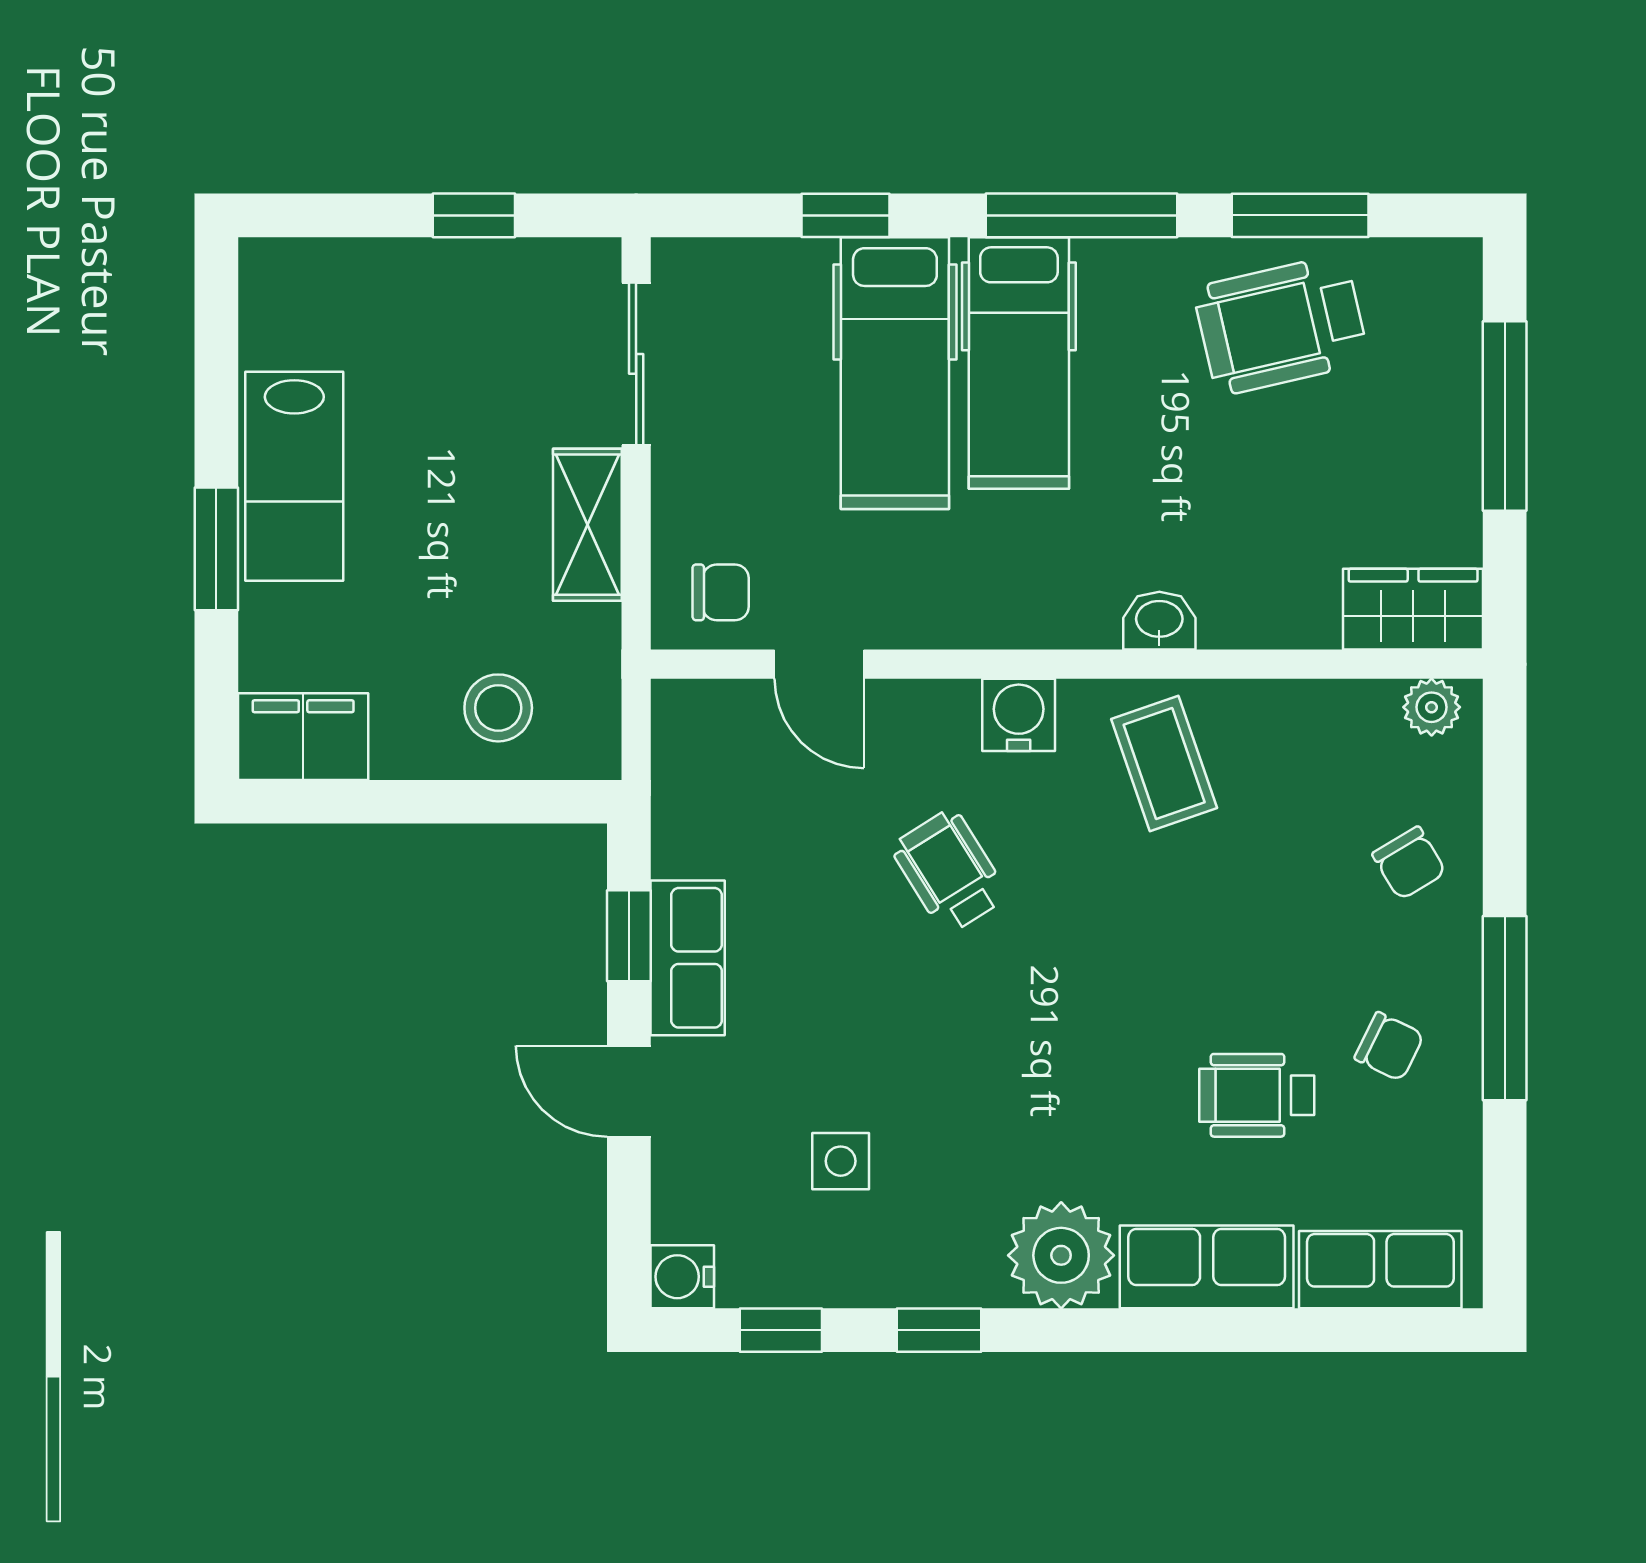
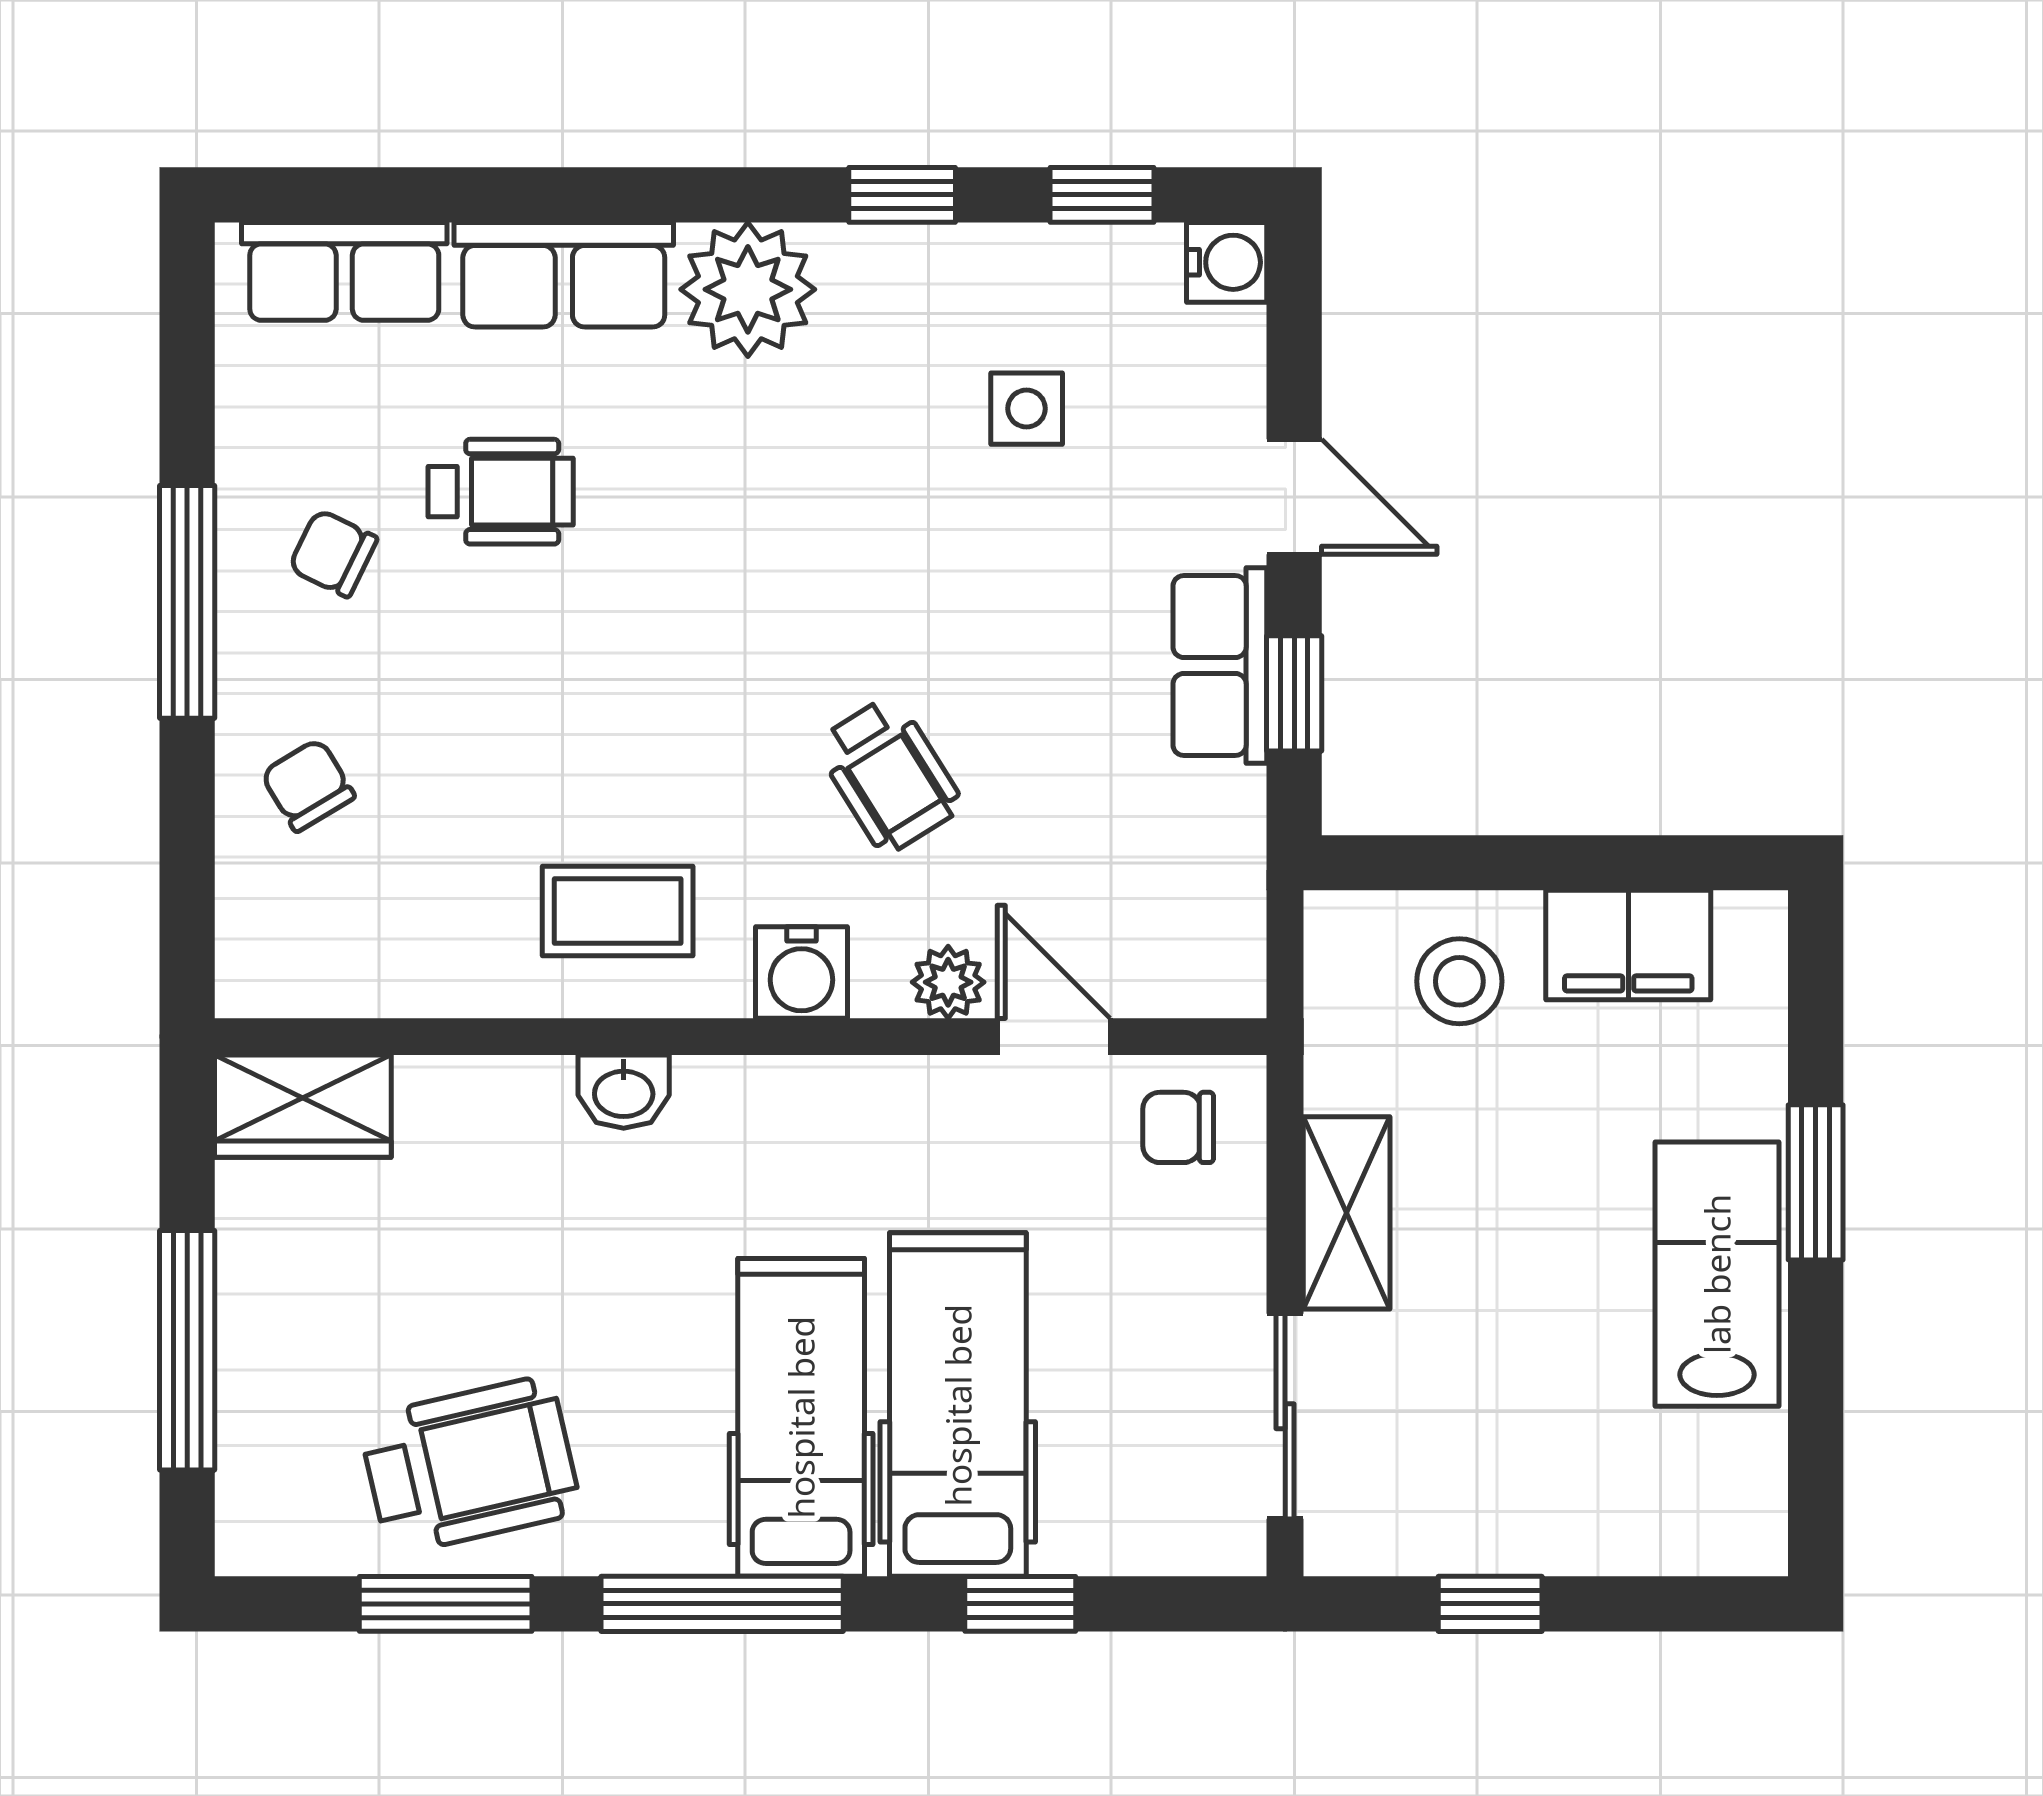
plant: (1432, 707) -> (948, 982), moved
filing cabinet: (303, 737) -> (1628, 945), moved
coffee table: (1164, 764) -> (618, 911), turned -71

